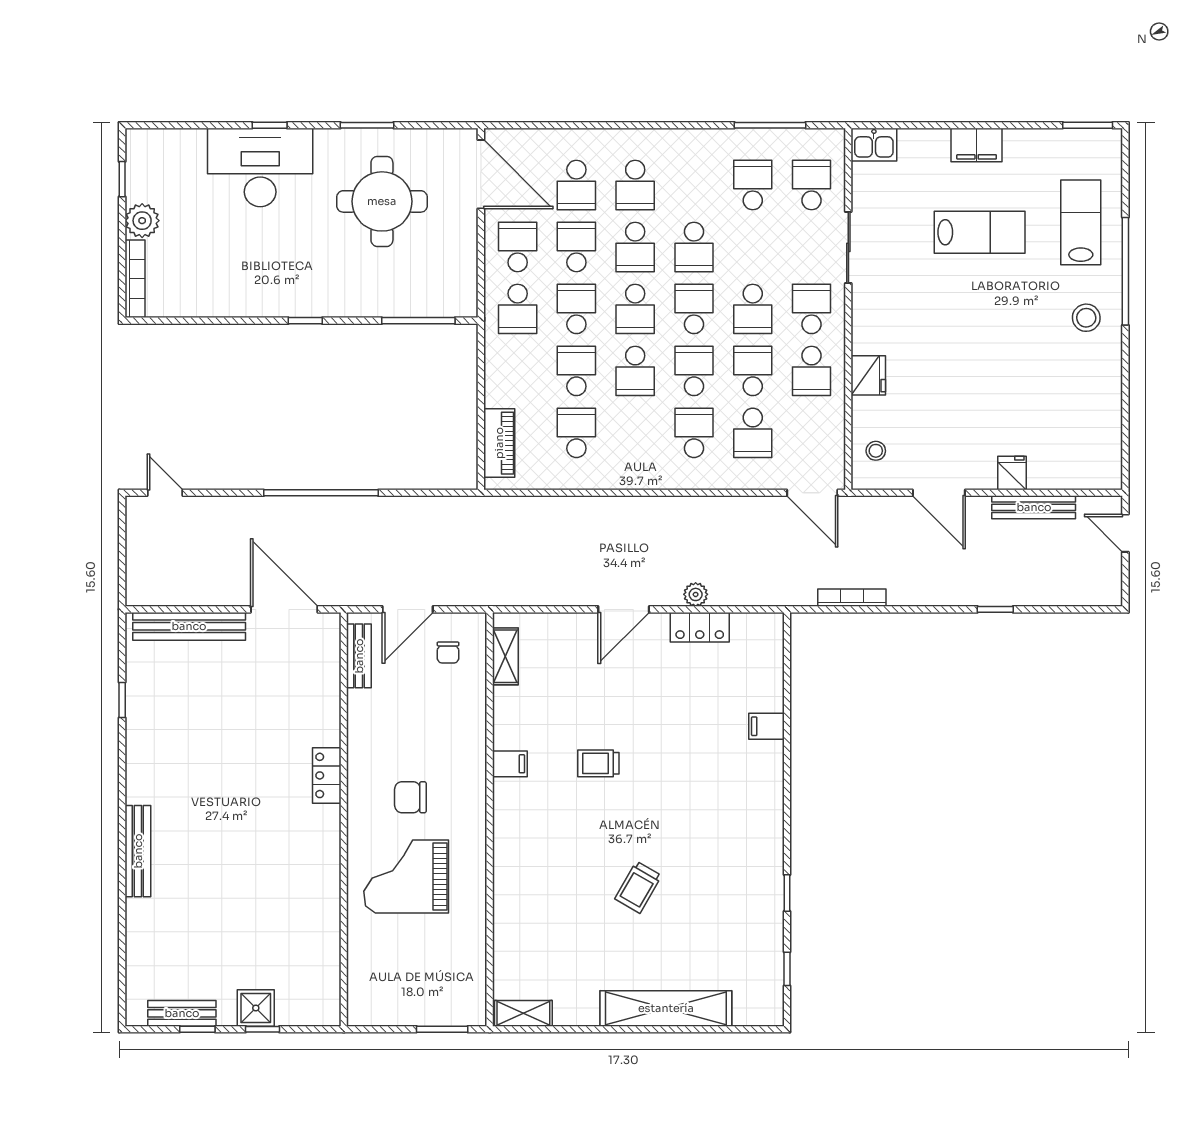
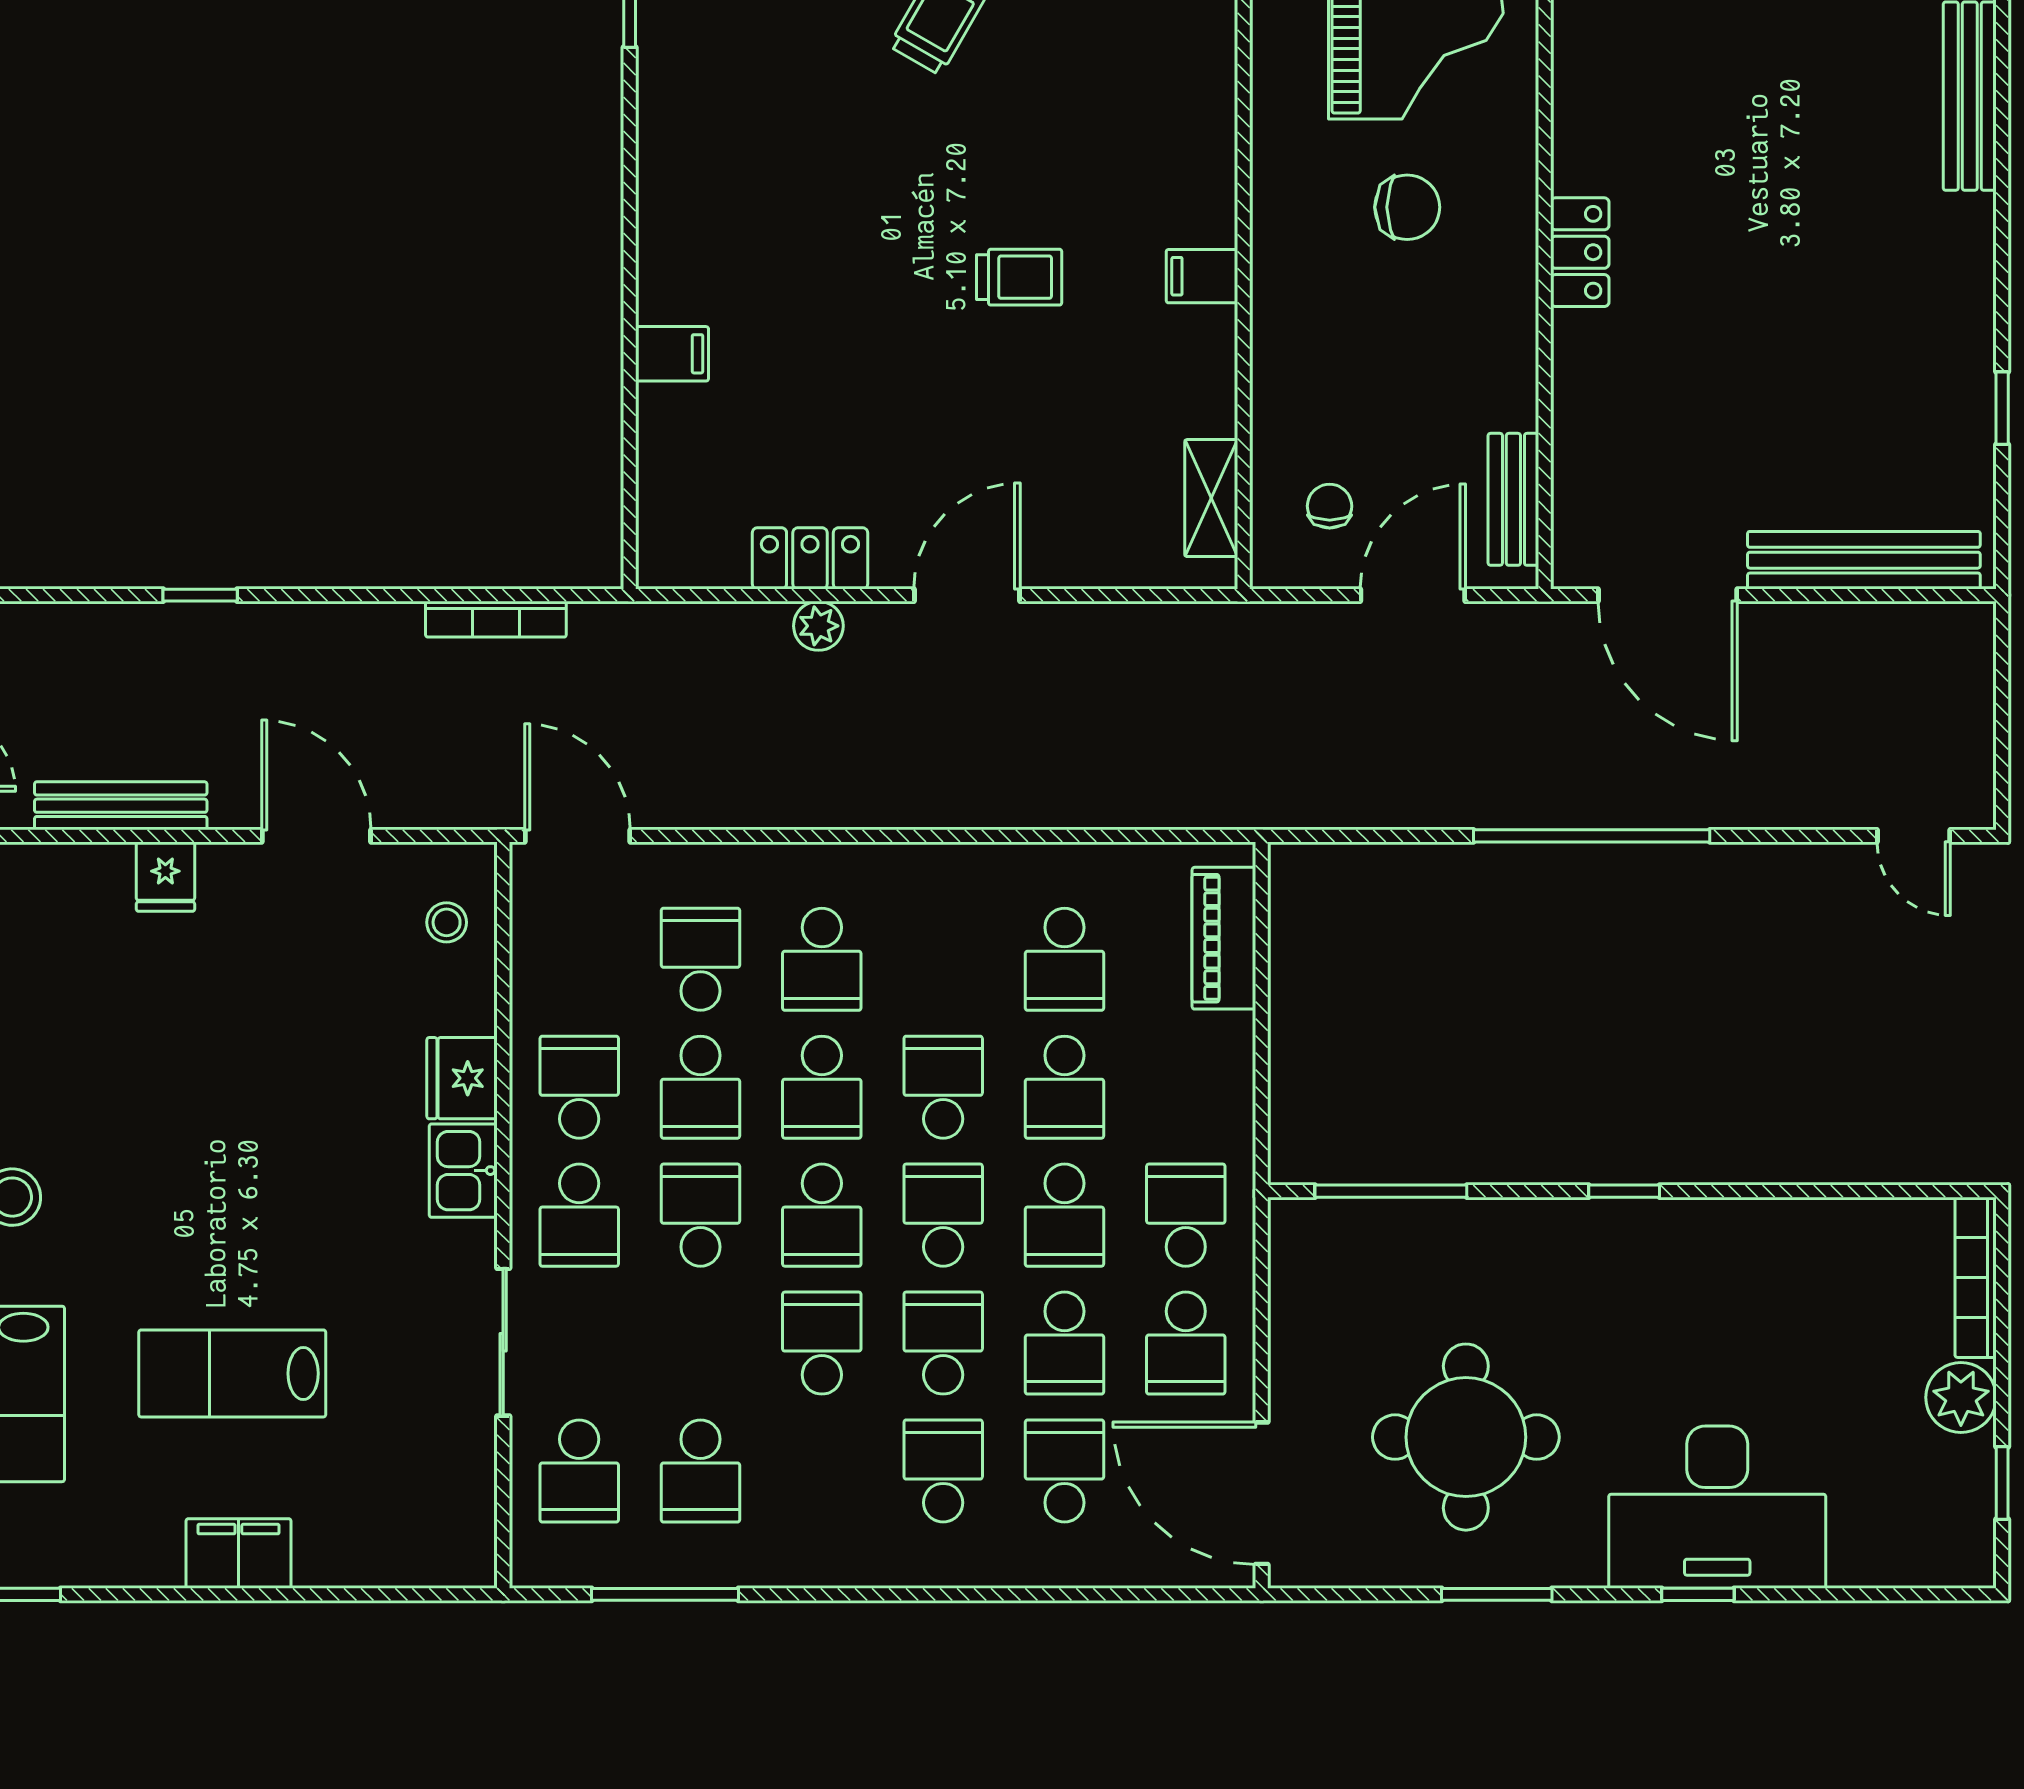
kitchen sink: (874, 145) -> (463, 1171), moved, turned -90

